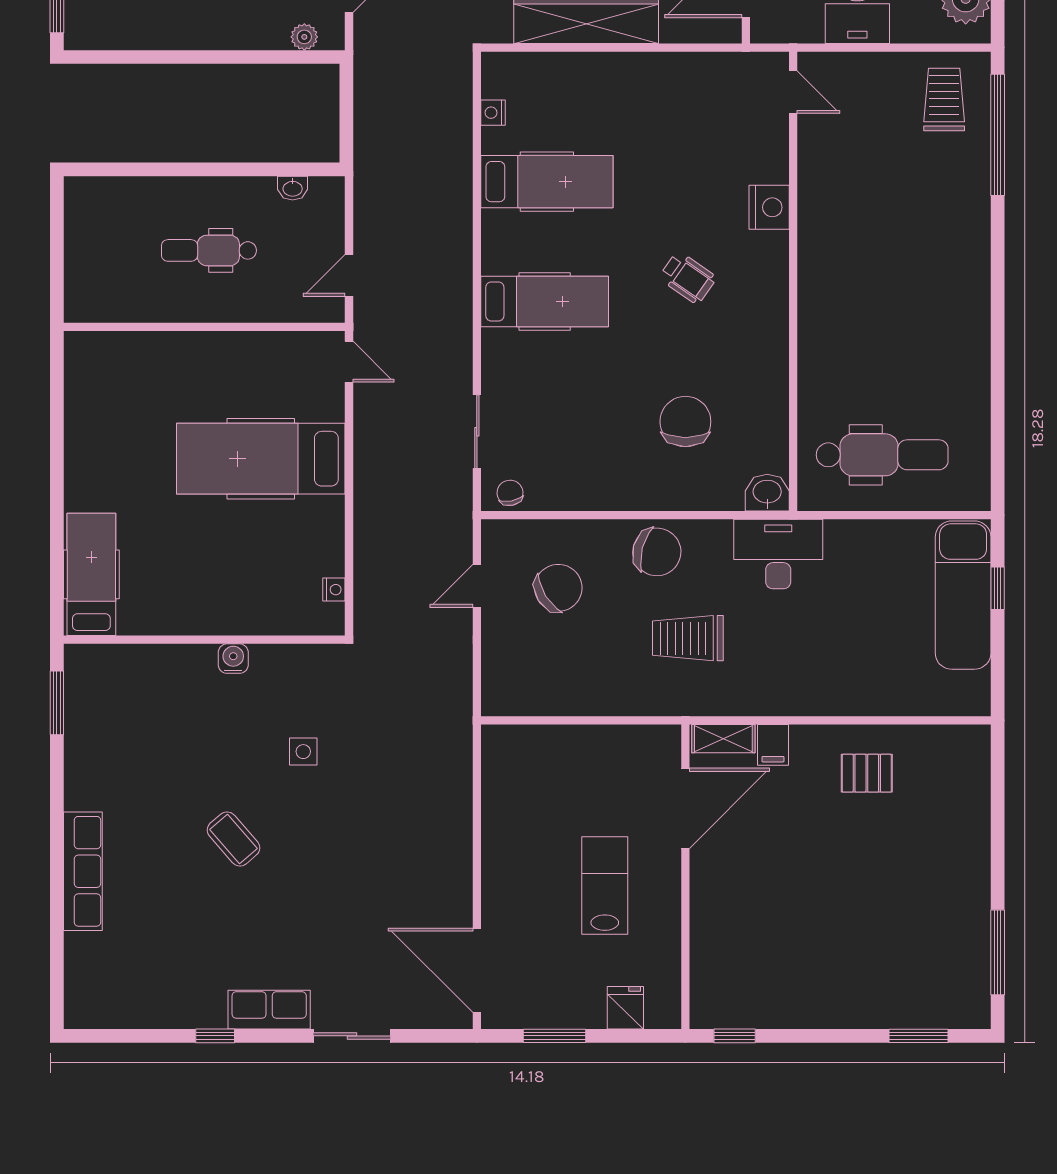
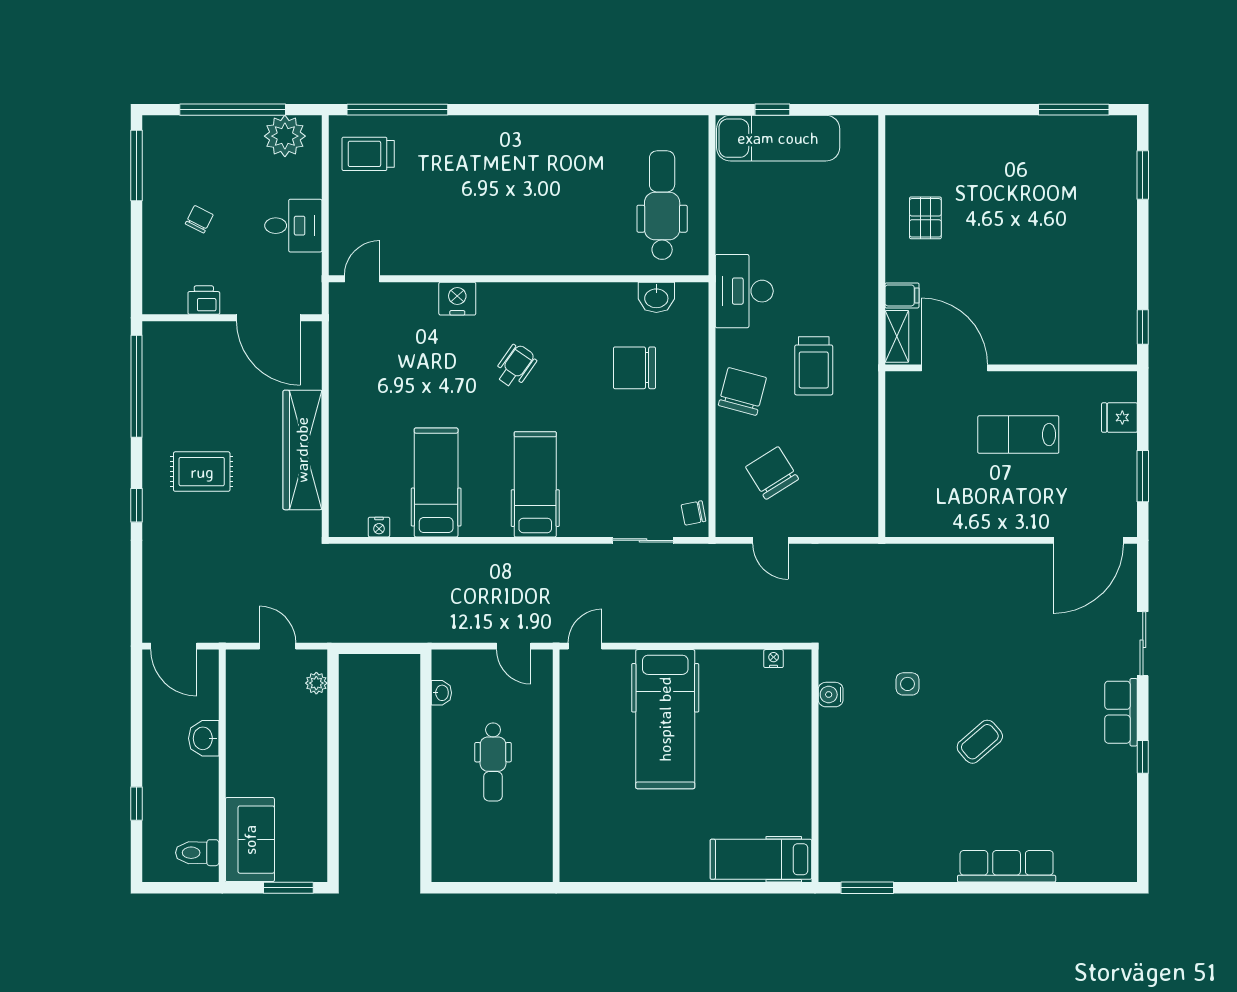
washbasin: (767, 493) -> (656, 297), moved, turned -90
water cooler: (233, 659) -> (831, 695), moved

